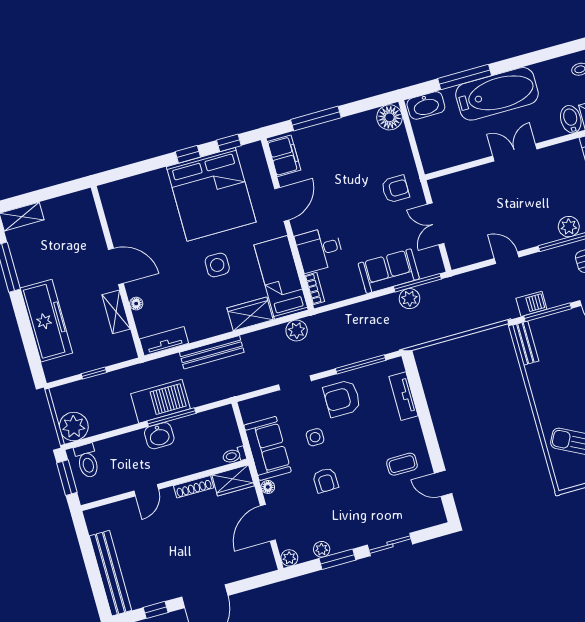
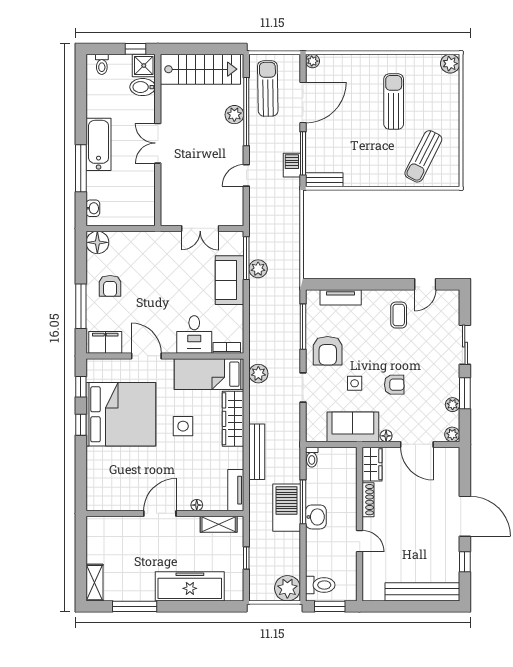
bathtub: (497, 94) -> (99, 144), width x0.73, depth x0.73
washbasin: (426, 105) -> (93, 208), width x0.52, depth x0.69
armchair: (395, 189) -> (110, 286), moved, turned 180
shelving: (116, 312) -> (219, 524), moved
wardrobe: (250, 314) -> (233, 419), width x1.50
toilet: (234, 455) -> (312, 457), moved

